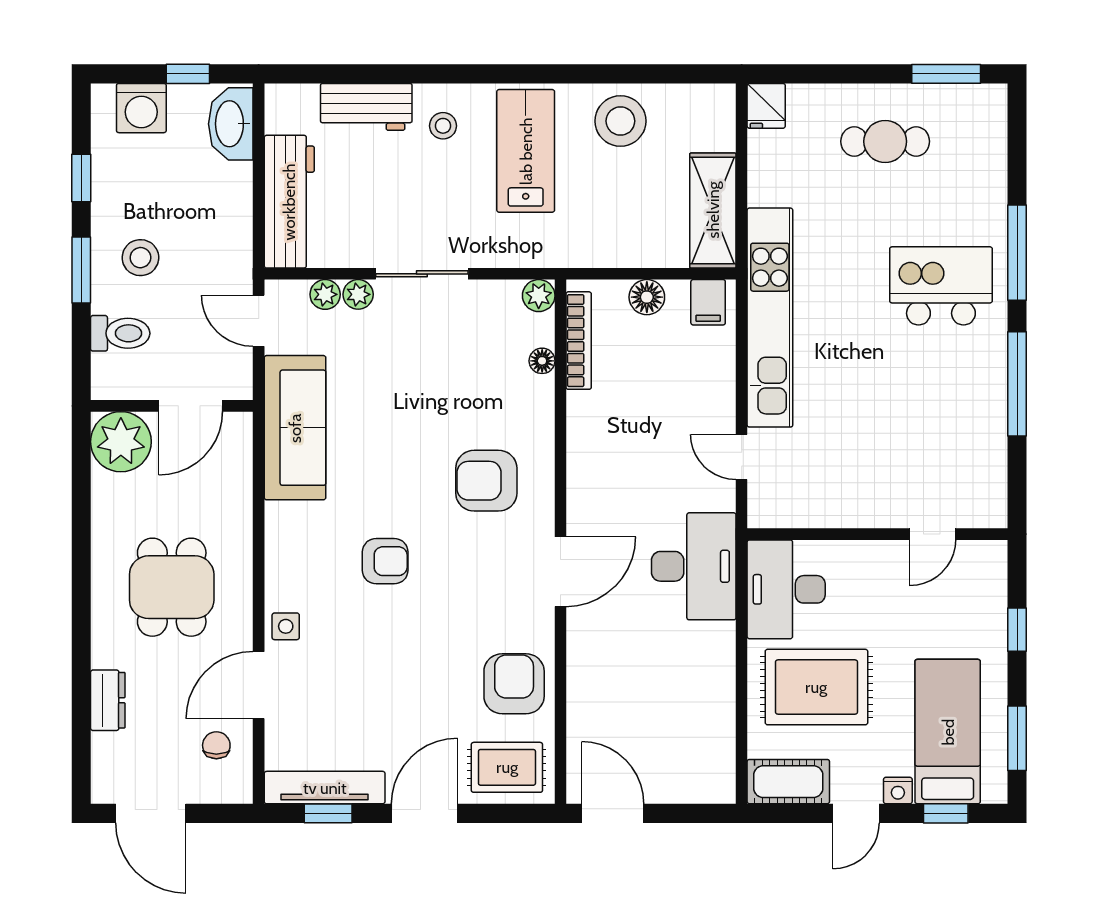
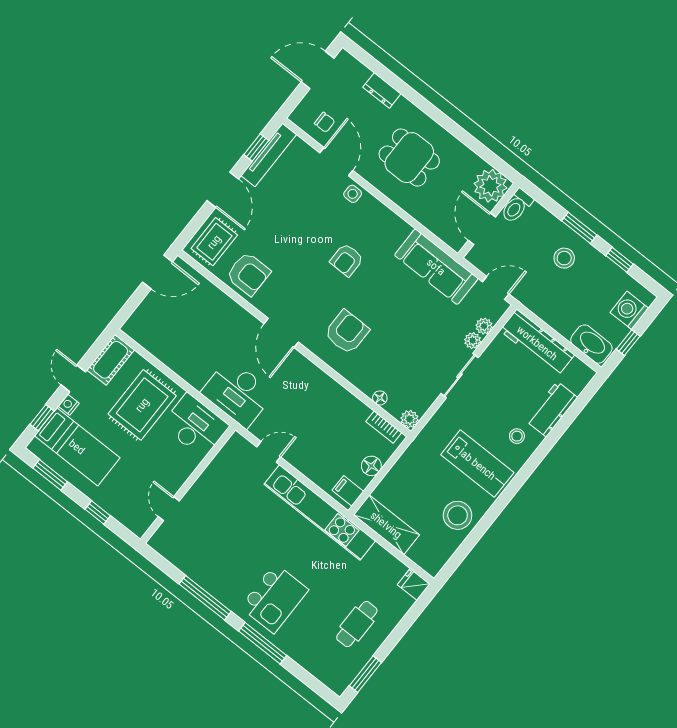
toilet: (120, 333) -> (517, 206), moved
bookcase: (579, 341) -> (384, 427), width x0.64

